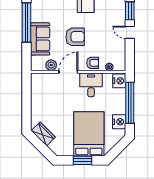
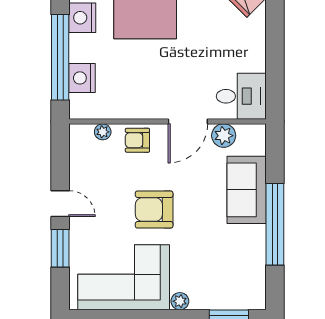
armchair: (75, 37) -> (154, 210), moved
nightstand: (119, 81) -> (82, 78), moved
desk: (91, 85) -> (241, 96), moved, turned -90

